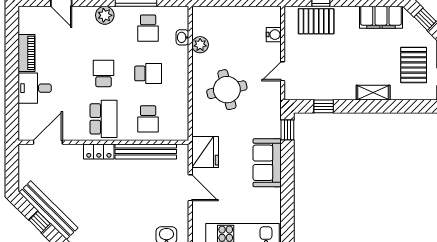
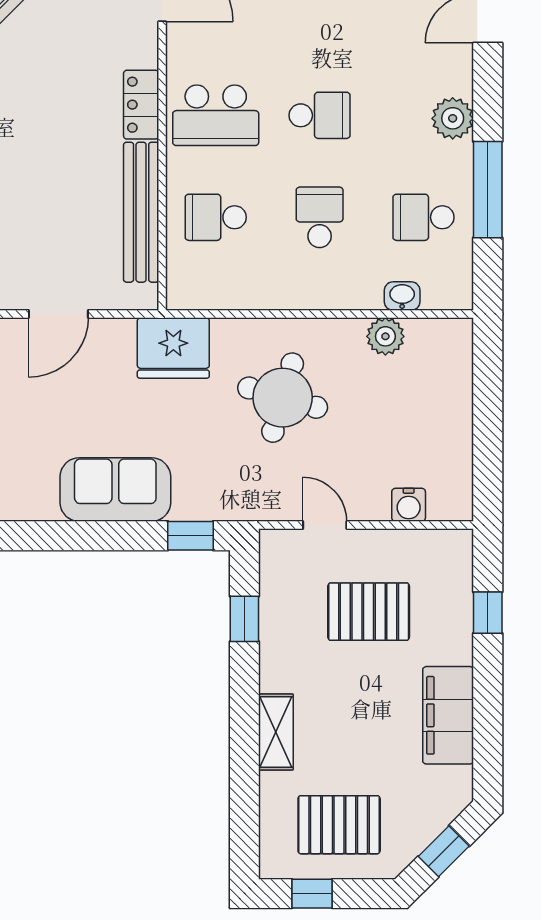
filing cabinet: (381, 17) -> (448, 715), moved
pallet: (316, 21) -> (369, 612), moved, turned 90
school desk: (148, 73) -> (320, 217), turned 180
round table: (227, 90) -> (283, 398), turned 30
fridge: (205, 152) -> (173, 348), moved

